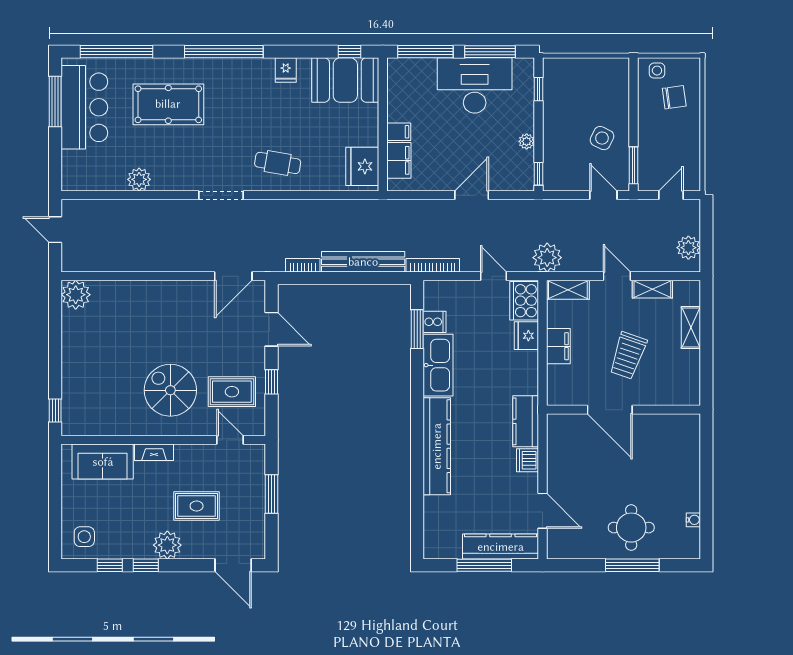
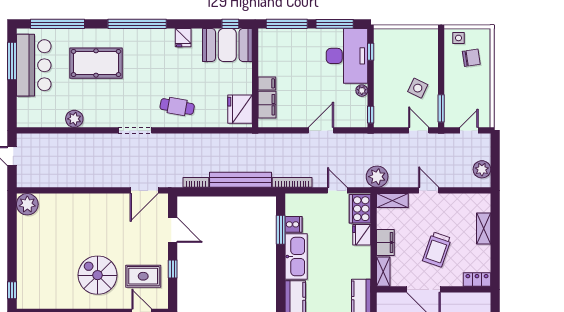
desk: (475, 85) -> (347, 56), moved, turned 90
shelving: (652, 289) -> (383, 272), moved, turned 90
locker: (682, 396) -> (477, 280), added

